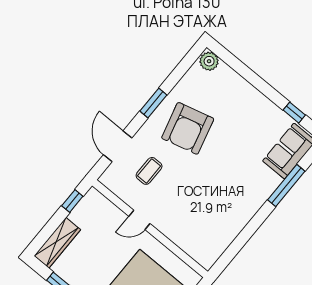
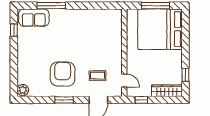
armchair: (188, 128) -> (63, 74), turned -75
door: (139, 220) -> (124, 81), moved

